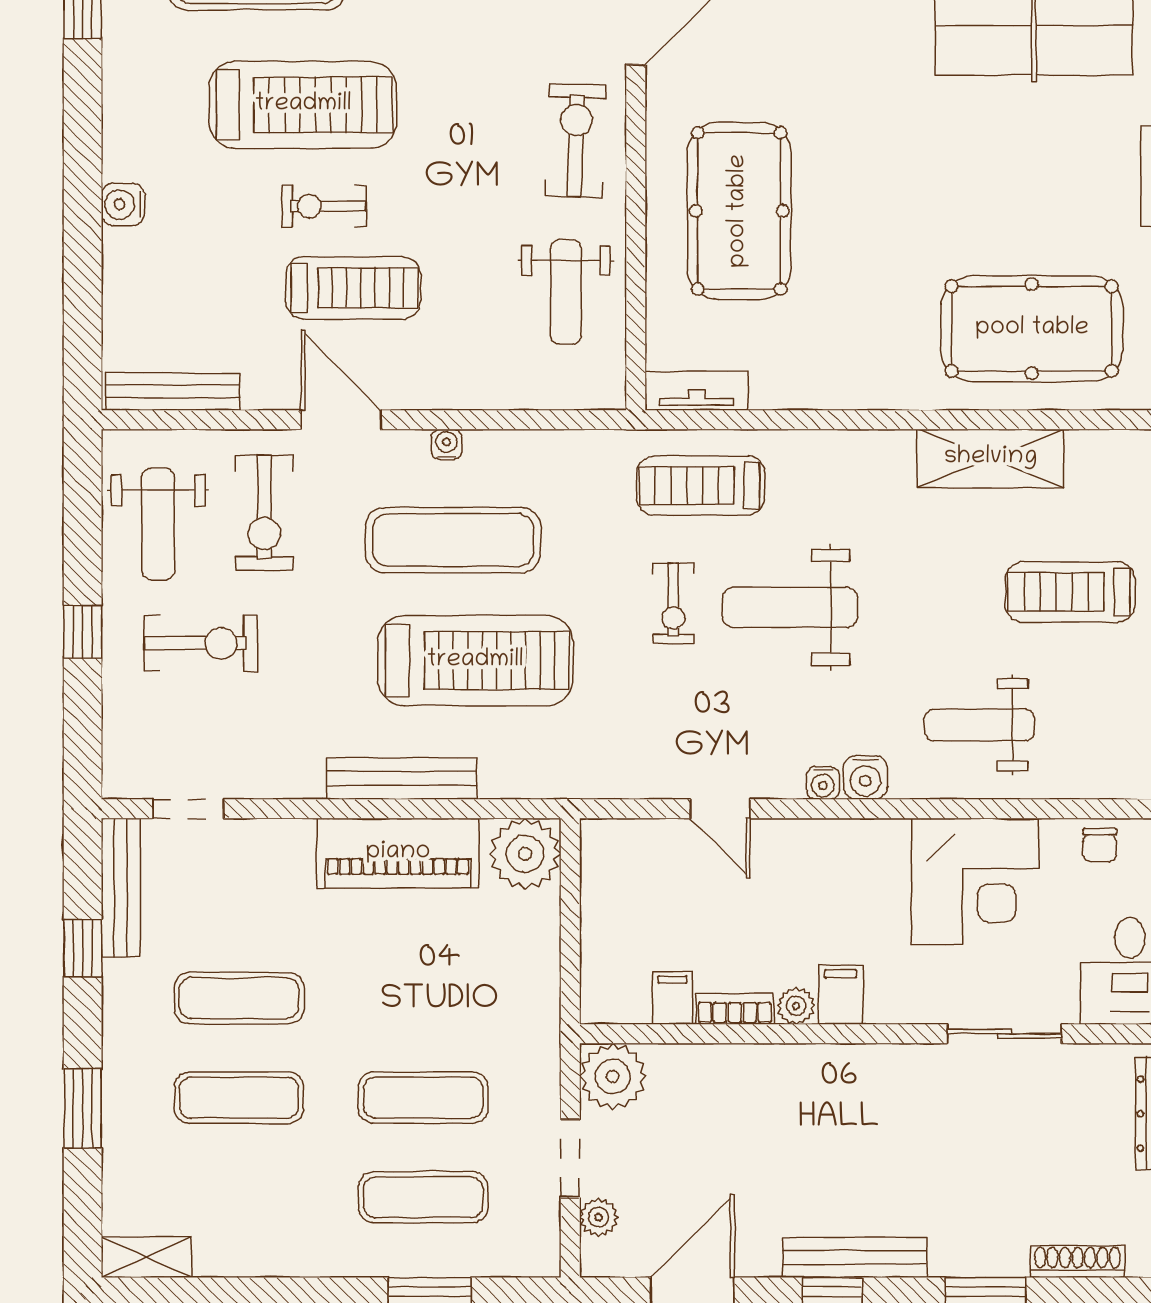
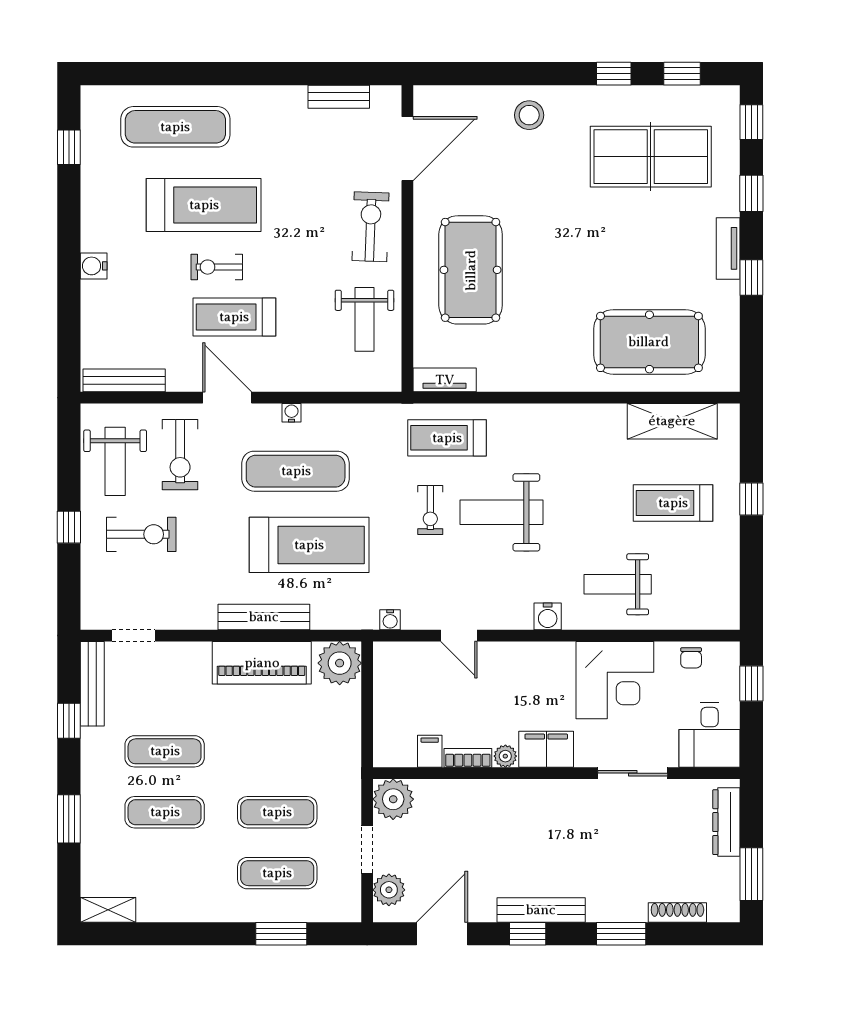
treadmill: (353, 288) -> (234, 317), turned 180
shelving: (991, 458) -> (672, 421), moved
water cooler: (823, 783) -> (390, 620), moved
filing cabinet: (841, 995) -> (546, 749), width x2.00
plant: (599, 1217) -> (389, 890), width x1.38, depth x1.38

